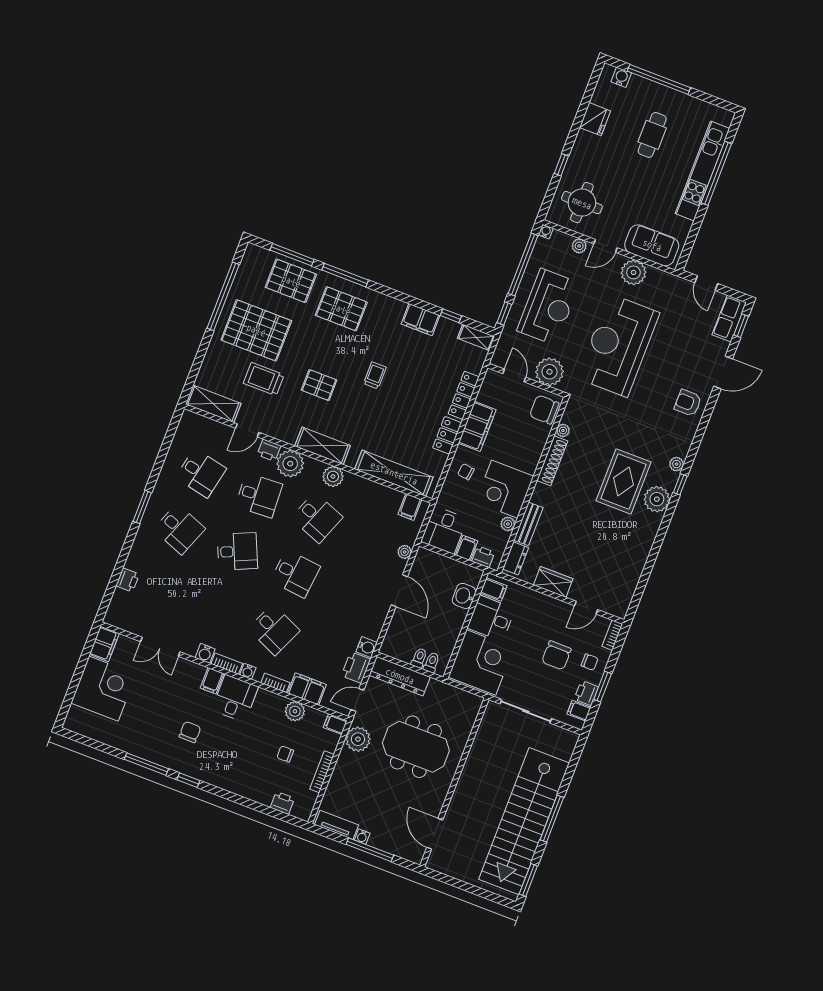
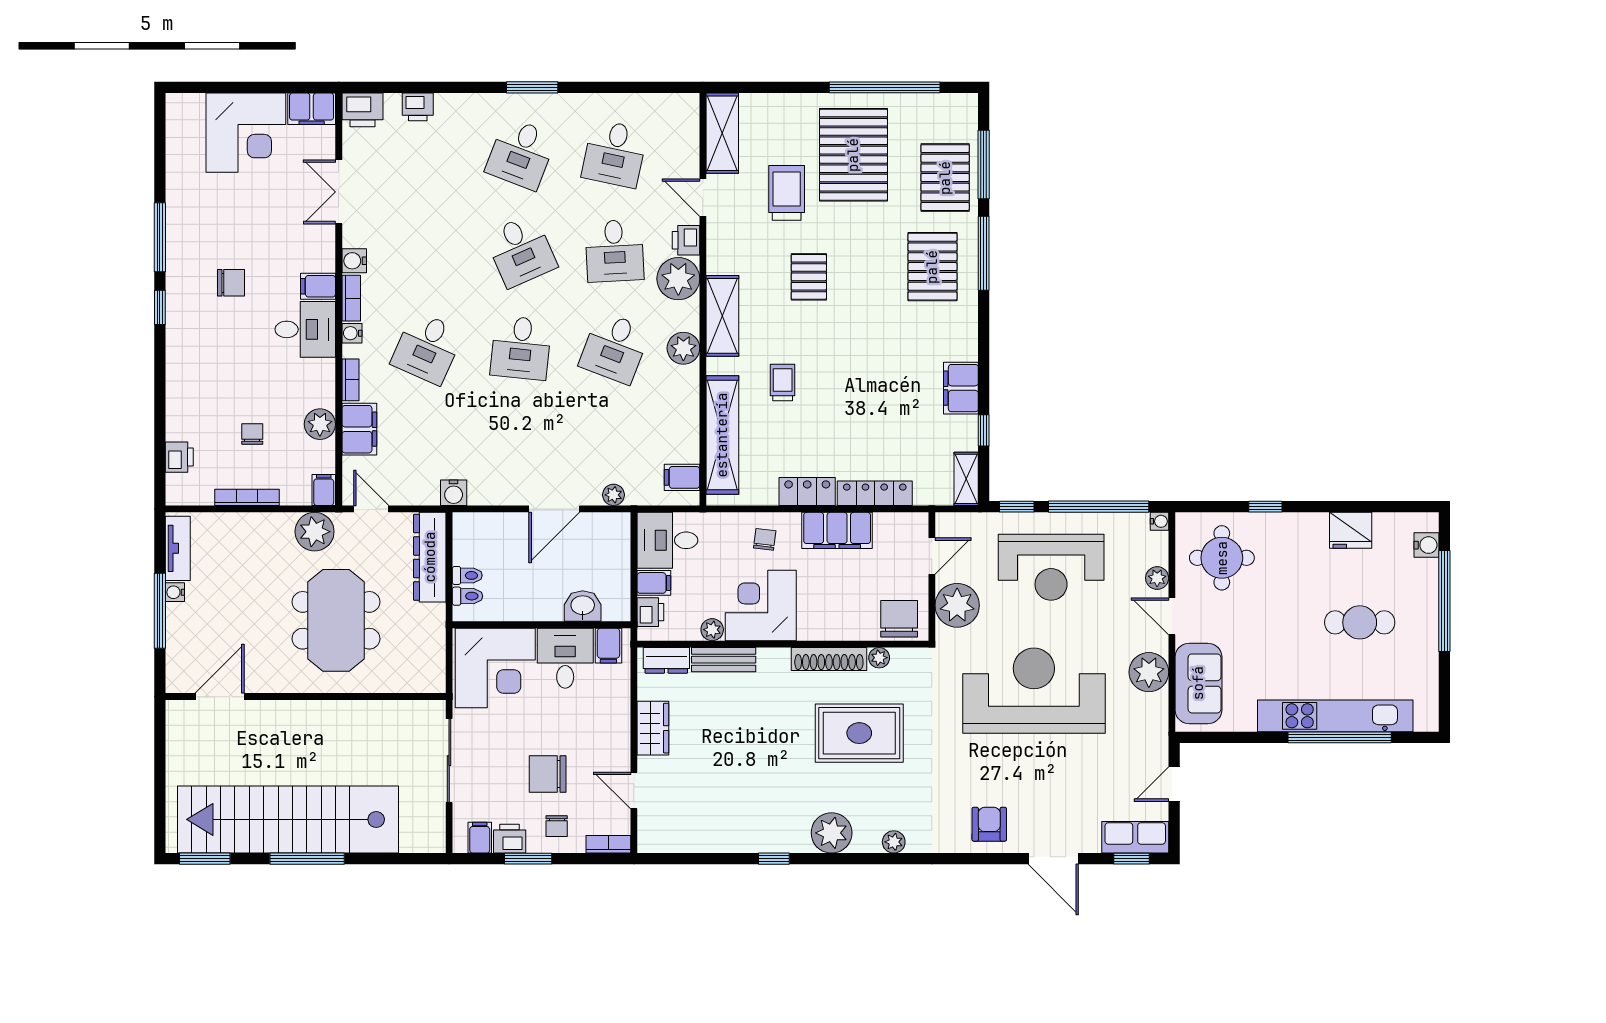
trolley: (375, 375) -> (783, 383), moved, turned -90
rug: (623, 481) -> (859, 733), moved
window: (680, 484) -> (774, 859), moved
printer: (356, 667) -> (363, 110), moved, turned 180

